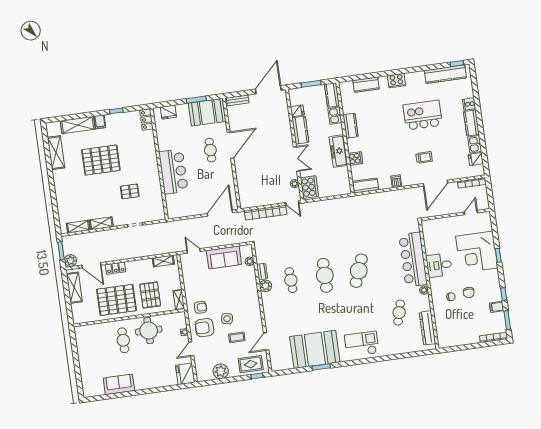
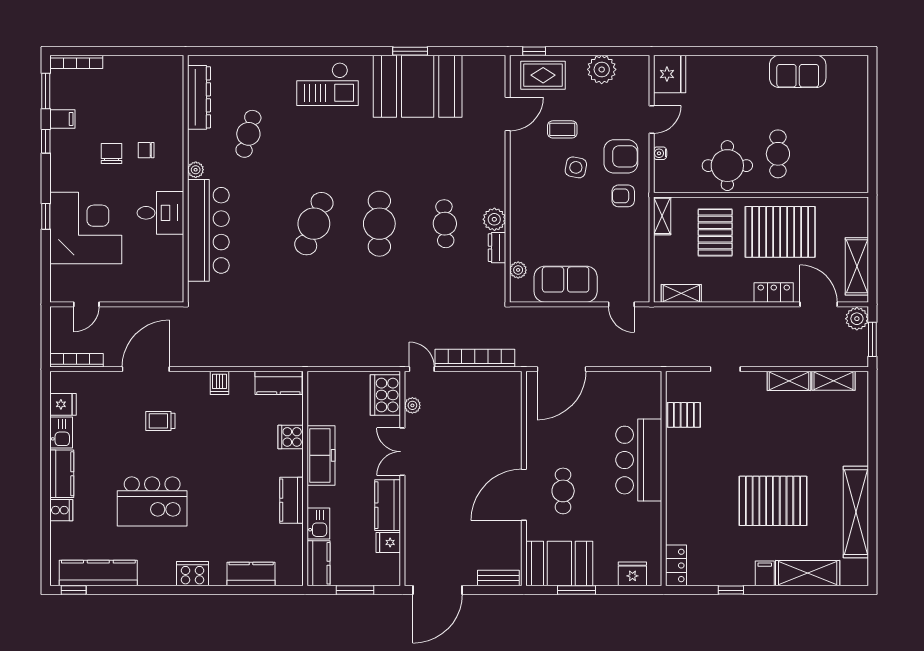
shelving: (56, 153) -> (856, 512), width x1.47
pallet: (130, 191) -> (684, 415), moved

